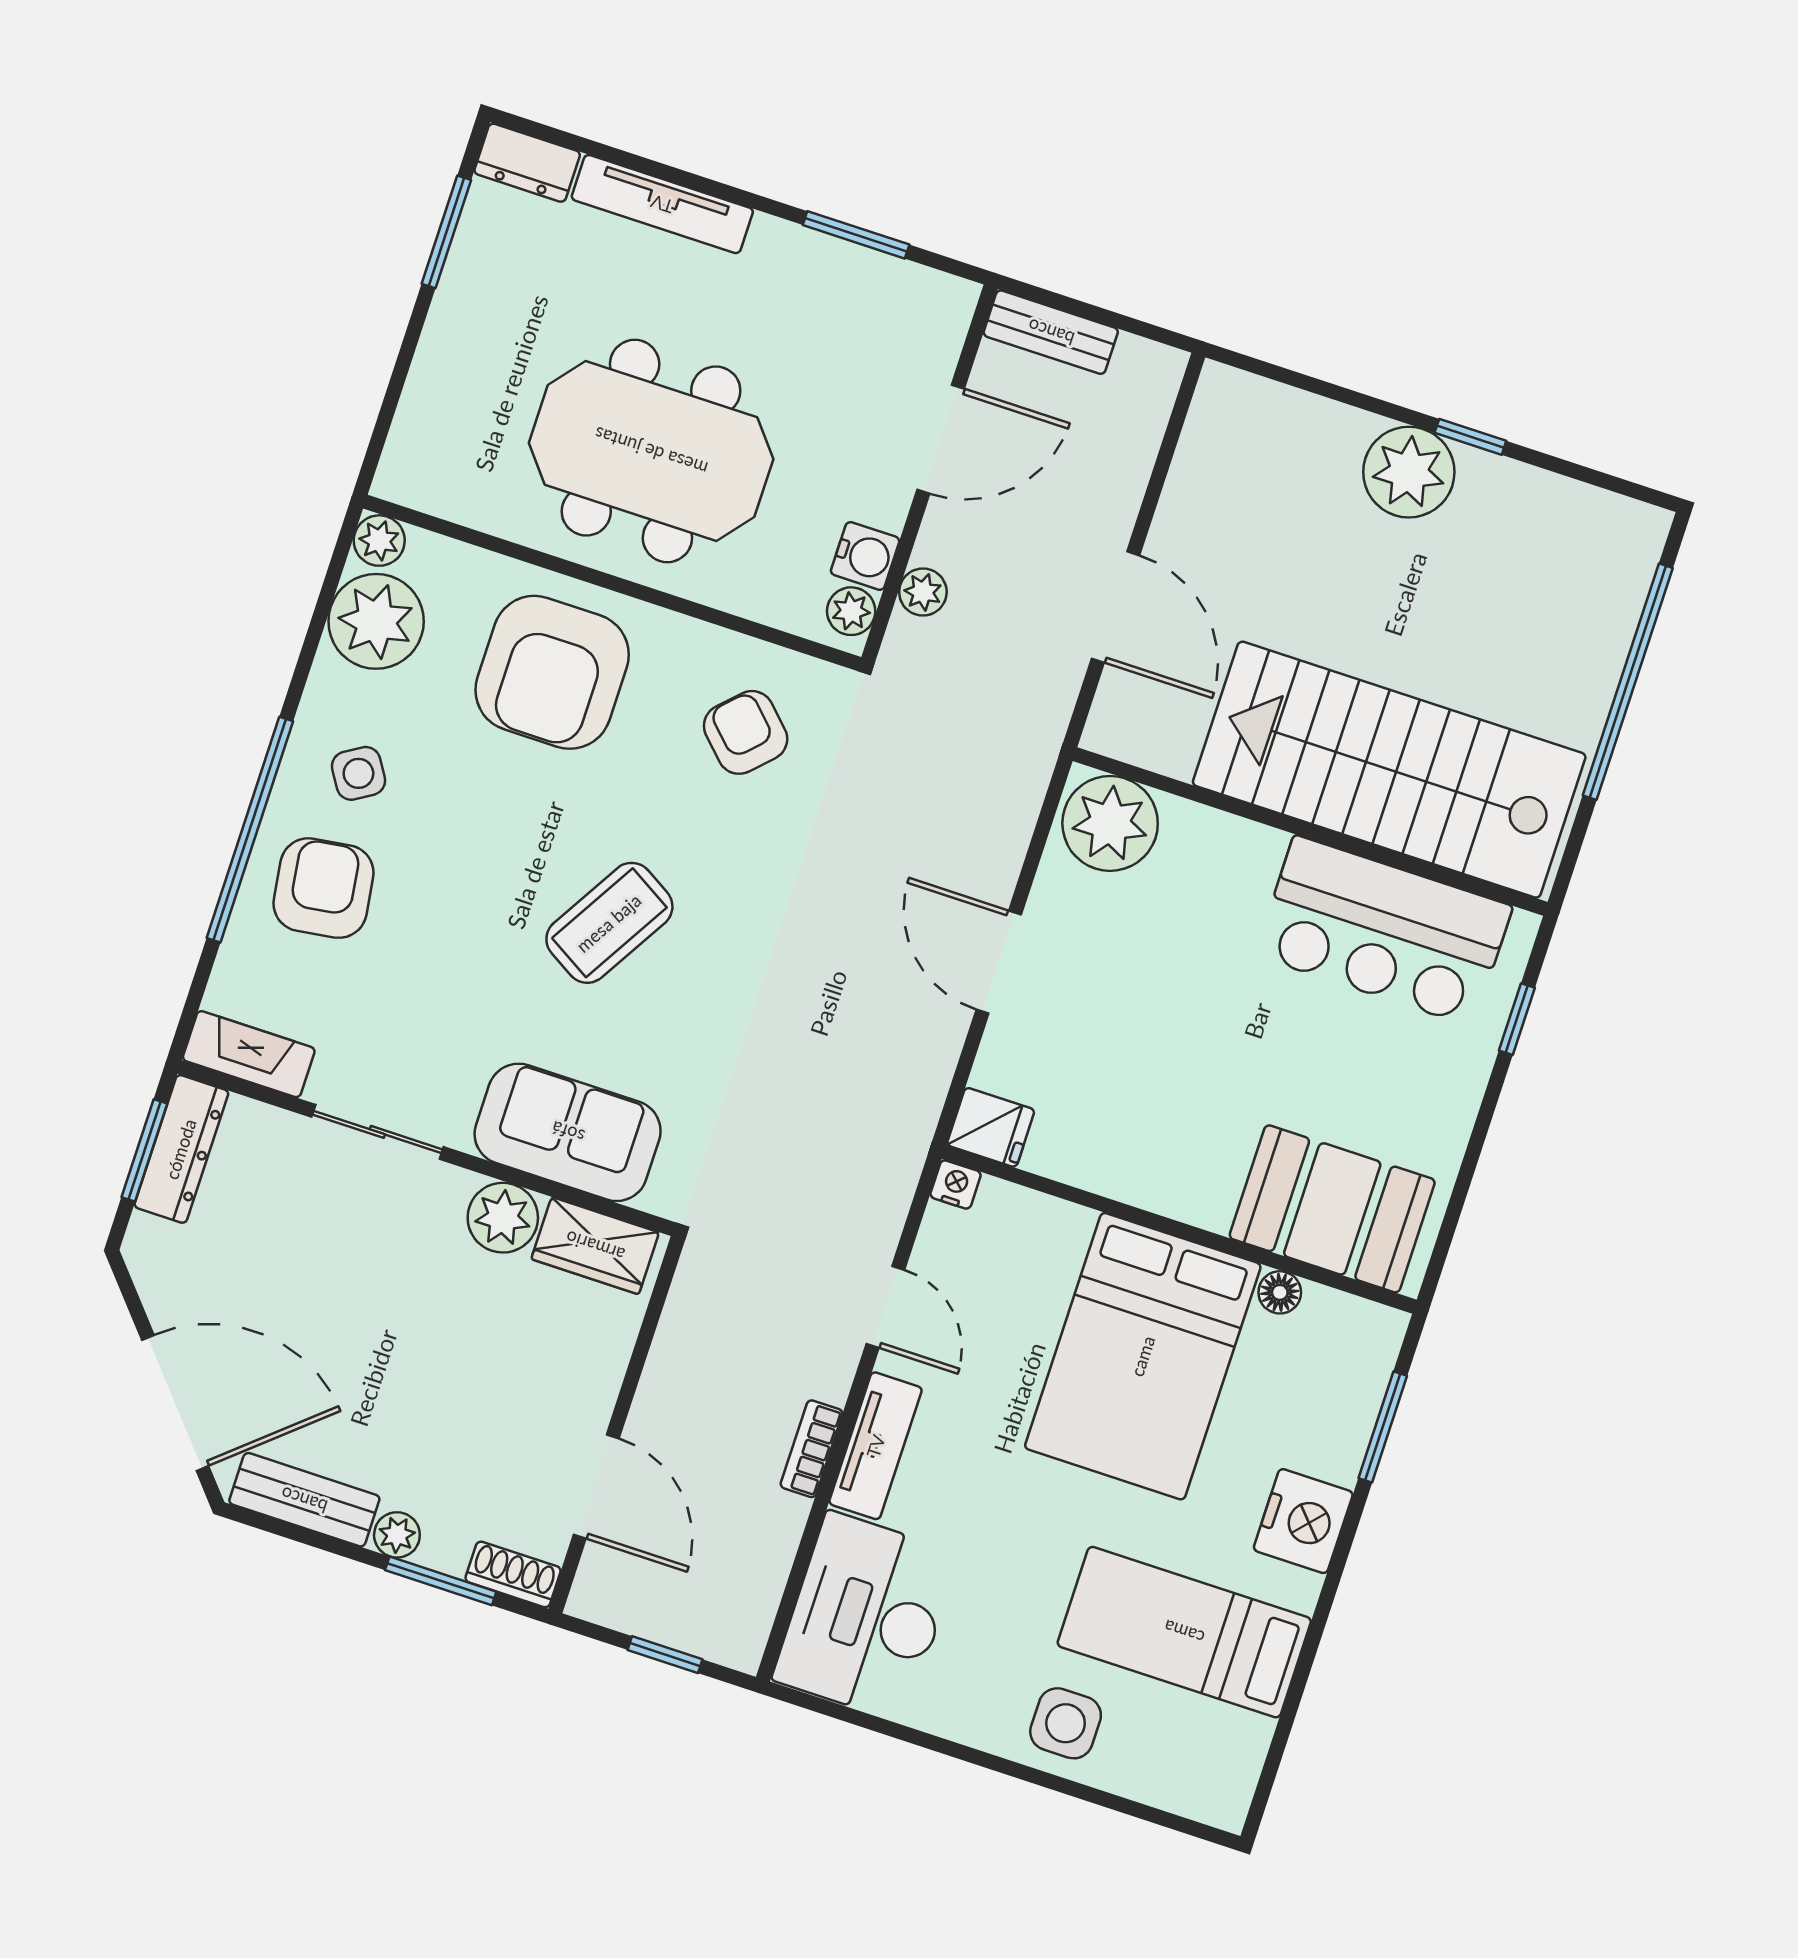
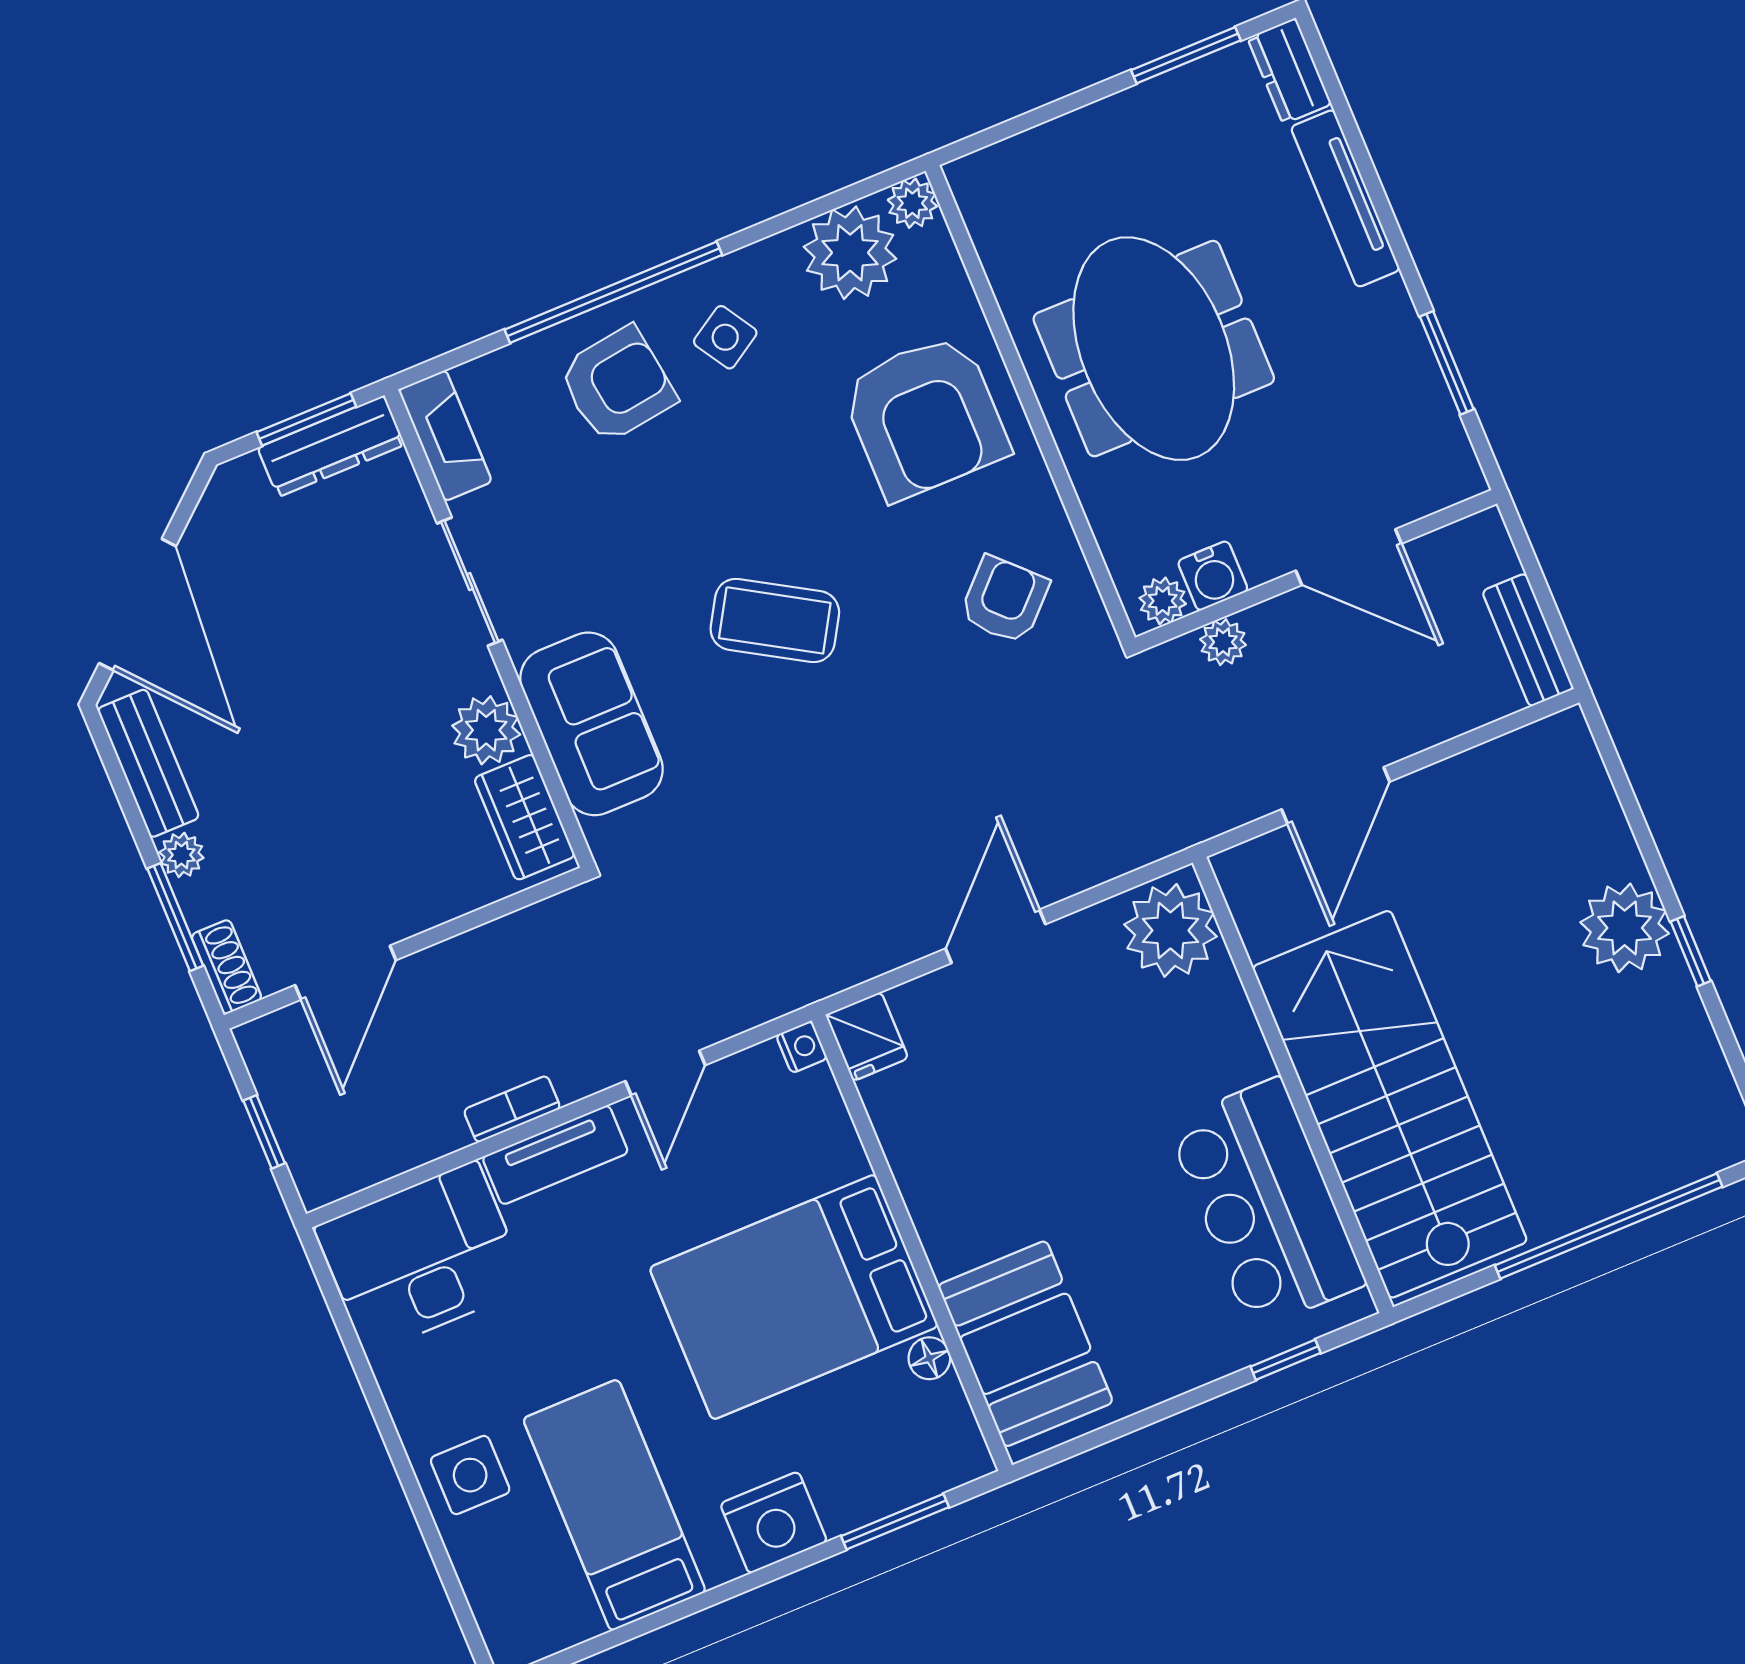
bench: (1051, 332) -> (1528, 640), moved
armchair: (552, 672) -> (925, 417), turned -90

